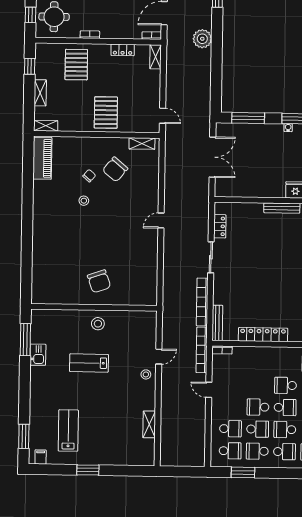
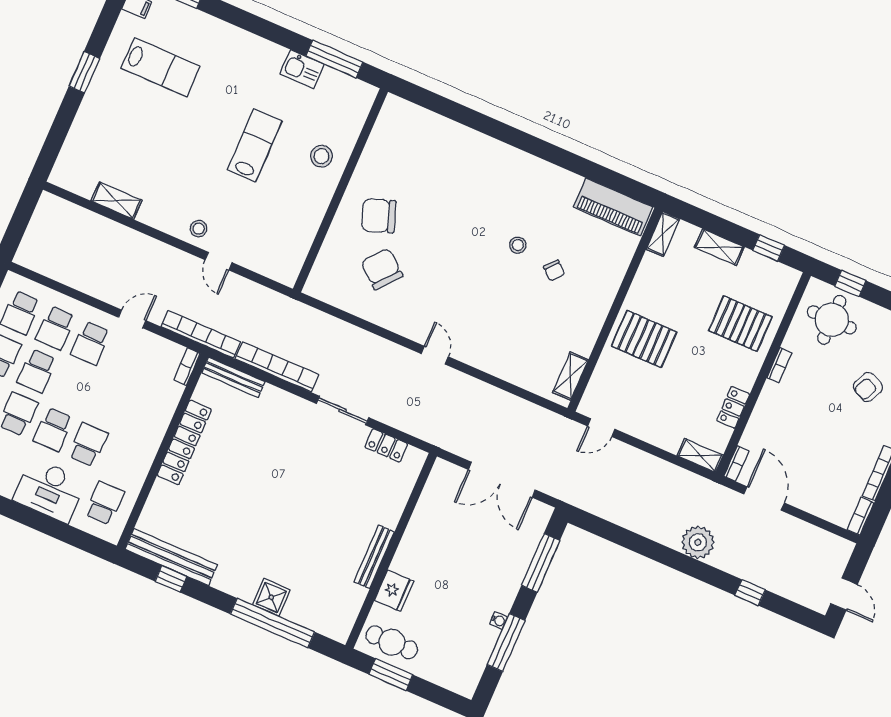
chair: (115, 169) -> (382, 269), moved
stool: (98, 324) -> (321, 156), moved
school desk: (258, 407) -> (91, 343), moved, turned 180

